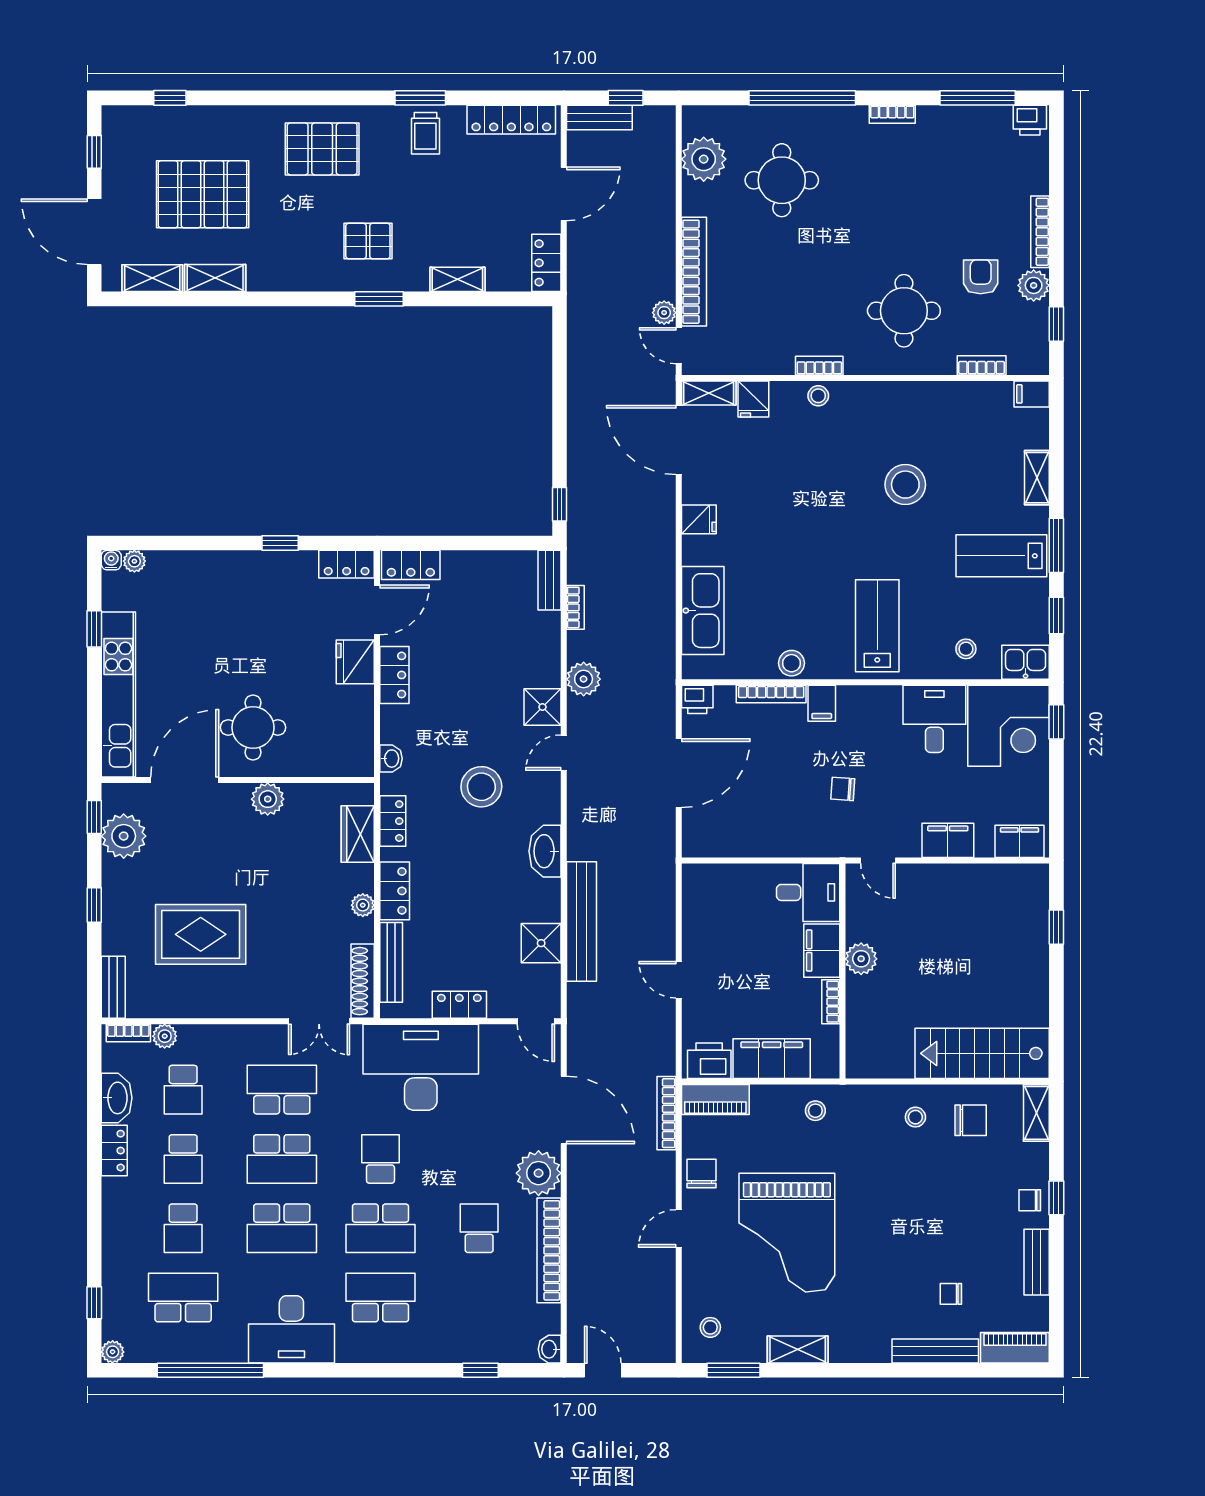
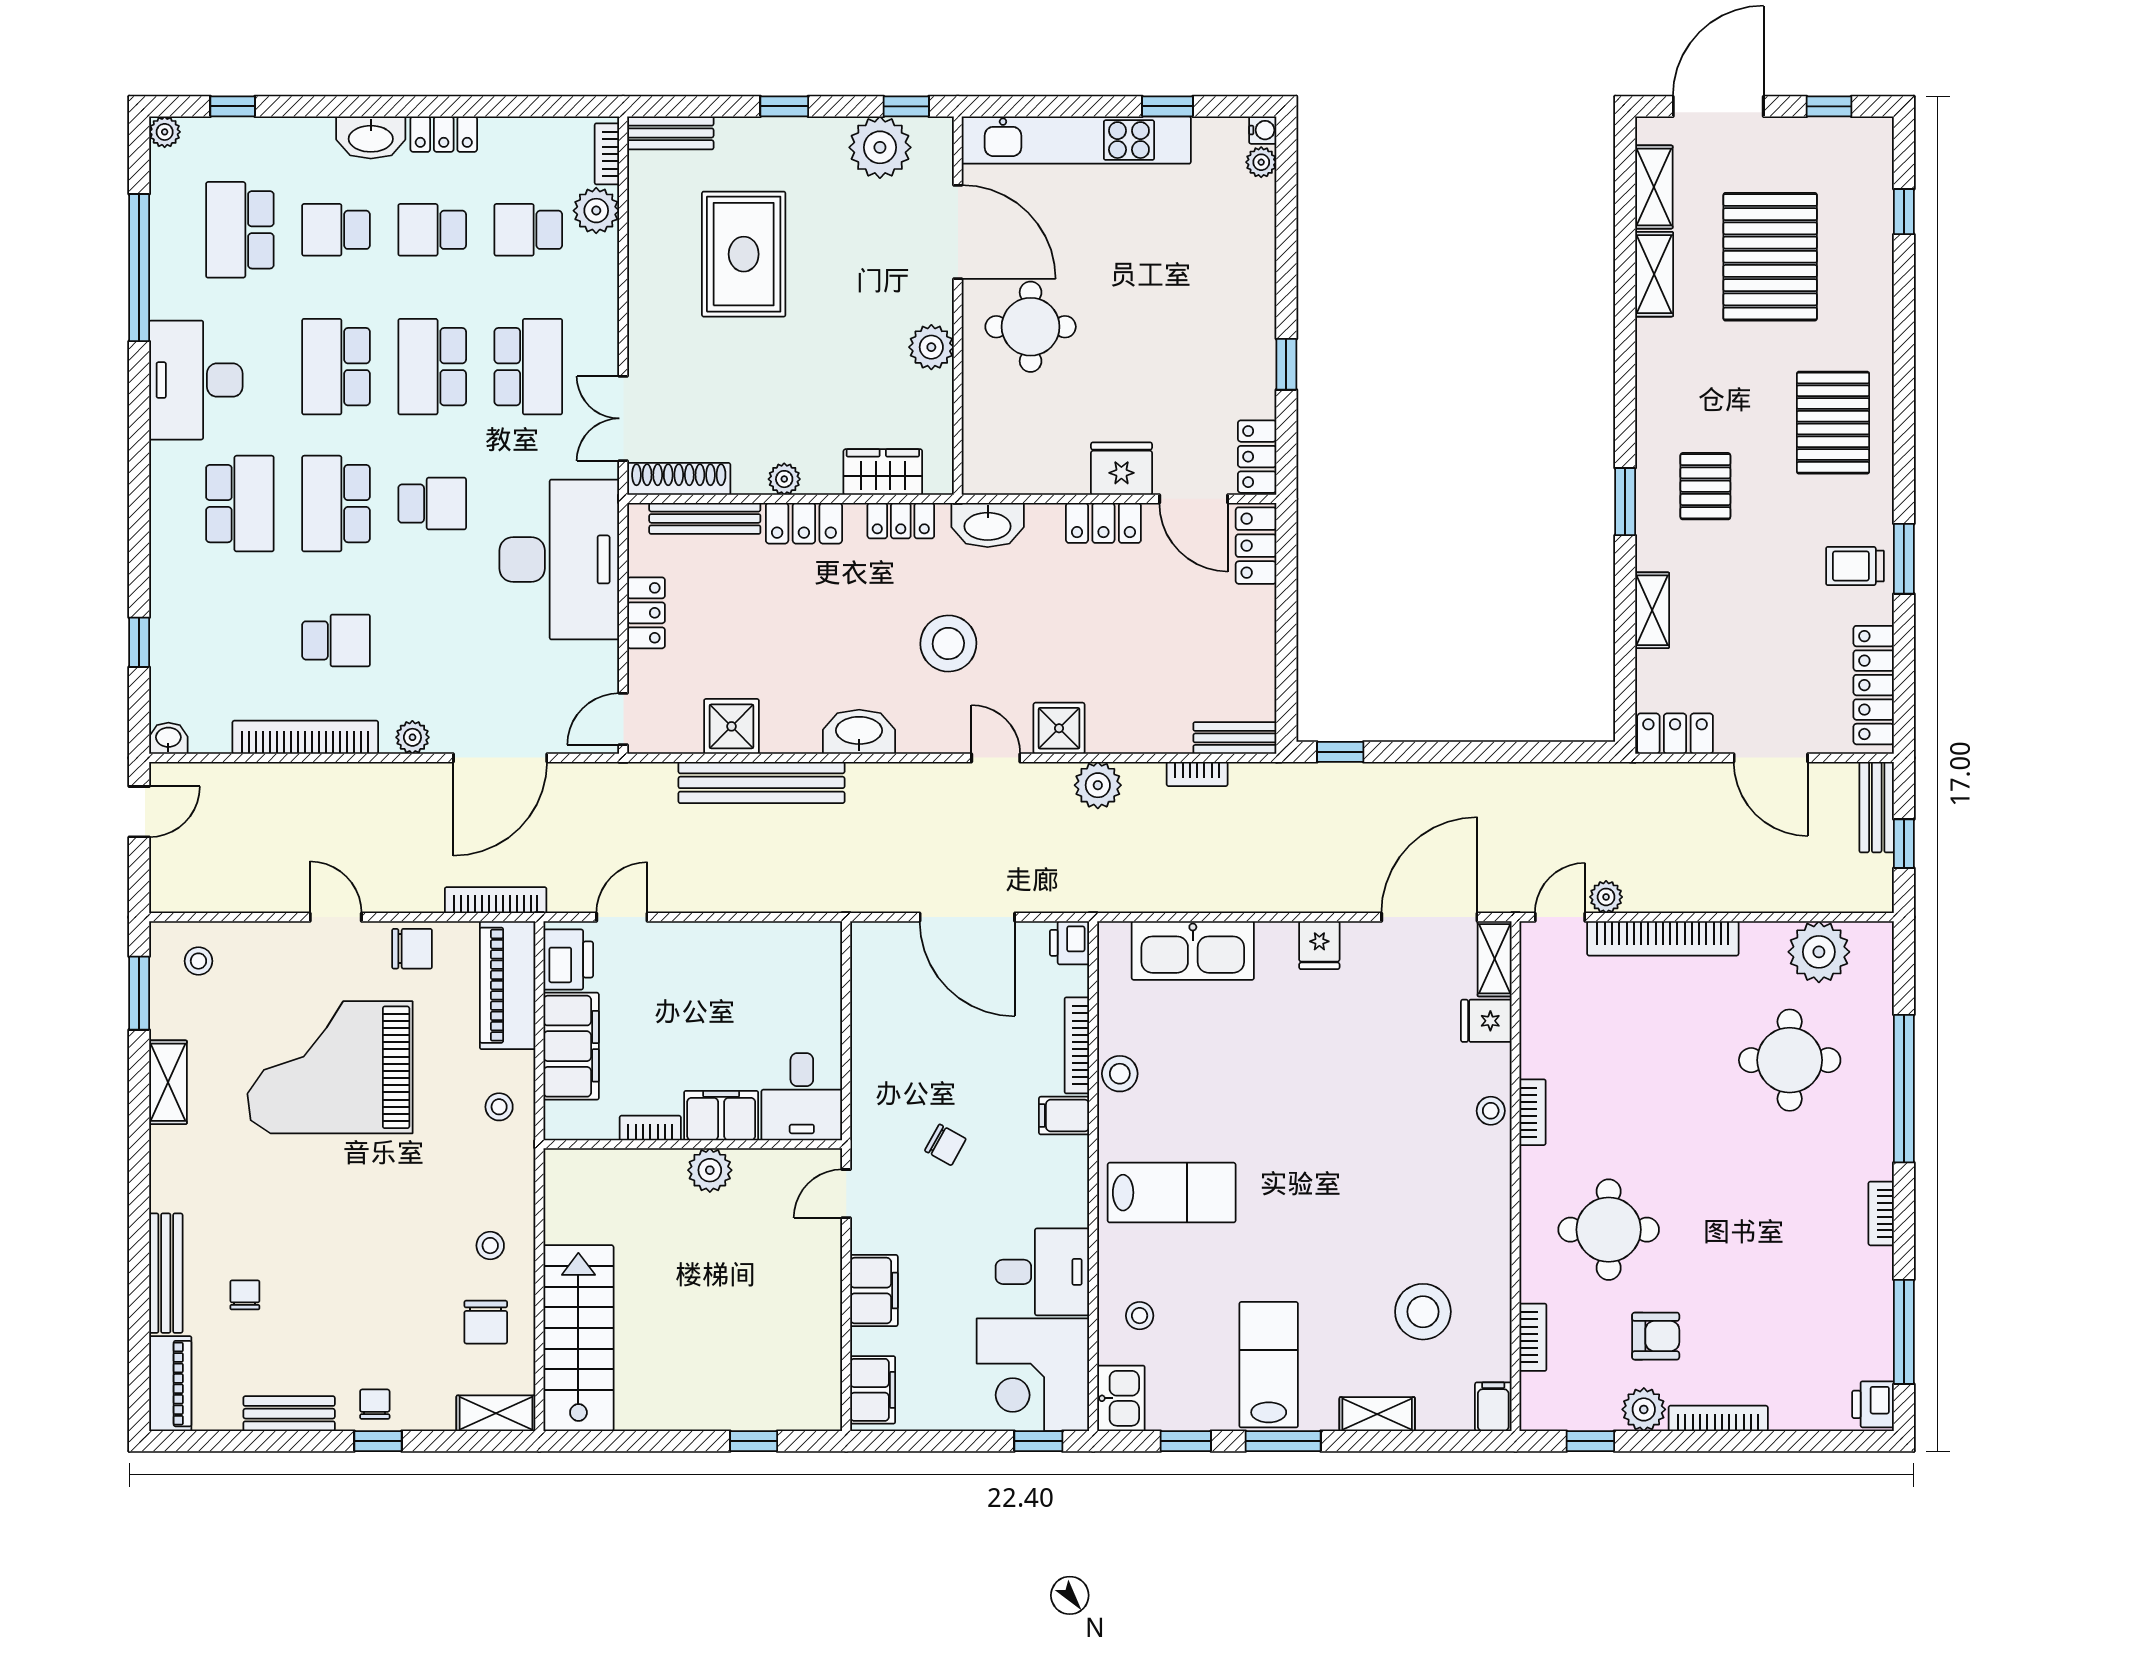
stool: (905, 485) -> (1423, 1312), moved
washbasin: (391, 759) -> (988, 525), width x1.91, depth x1.45
chair: (843, 789) -> (945, 1145), turned 115
door: (679, 980) -> (622, 917), moved
plant: (165, 1036) -> (596, 211), width x1.38, depth x1.38
washbasin: (117, 1098) -> (371, 138), moved
piano: (715, 1100) -> (508, 985), width x1.37, depth x1.33
plant: (539, 1173) -> (412, 737), width x0.53, depth x0.53
school desk: (183, 1298) -> (240, 230), turned 180

